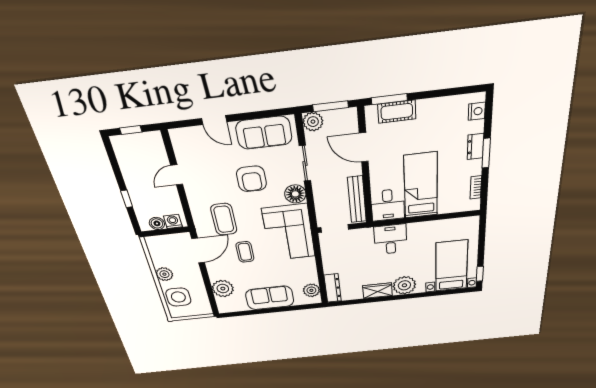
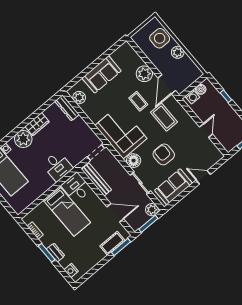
plant: (223, 289) -> (144, 74), moved

